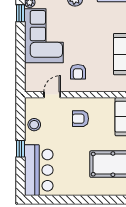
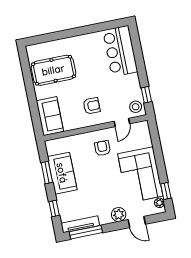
stool: (34, 125) -> (136, 107), moved
window: (20, 149) -> (146, 95), moved

